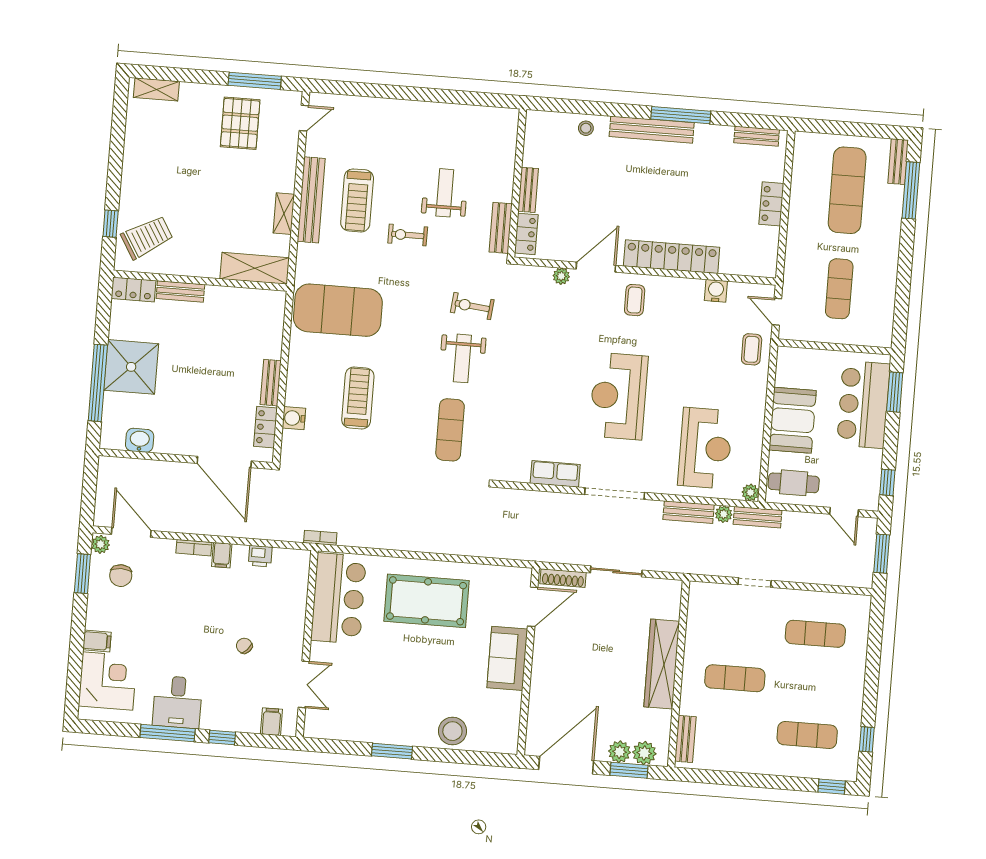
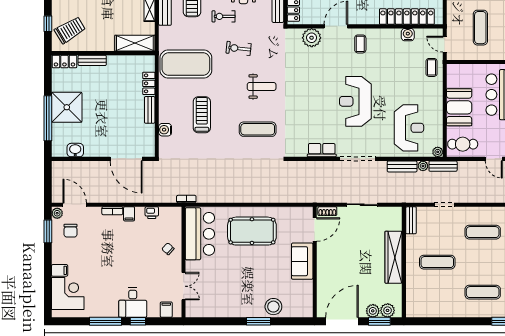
locker: (672, 257) -> (407, 17), moved
plant: (561, 276) -> (312, 38), width x1.88, depth x1.88
exercise bike: (472, 306) -> (239, 48), moved
weight bench: (462, 358) -> (262, 87), turned -90
locker: (266, 427) -> (149, 83), moved
exercise mat: (450, 430) -> (258, 129), turned 90
shoe rack: (563, 578) -> (327, 211), width x0.70
chair: (244, 646) -> (168, 249), moved
desk: (177, 702) -> (133, 303), moved
bench: (685, 739) -> (411, 220), moved
window: (392, 751) -> (258, 321), moved

